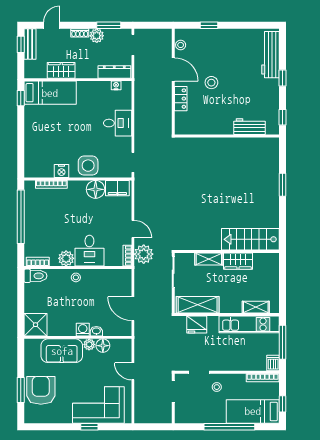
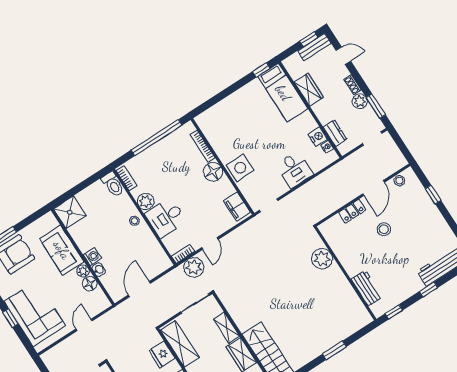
dresser: (114, 72) -> (335, 133), width x0.70
plant: (203, 147) -> (322, 259), added
nightstand: (61, 171) -> (318, 136), moved, turned 180
floor lamp: (96, 189) -> (213, 172), moved

